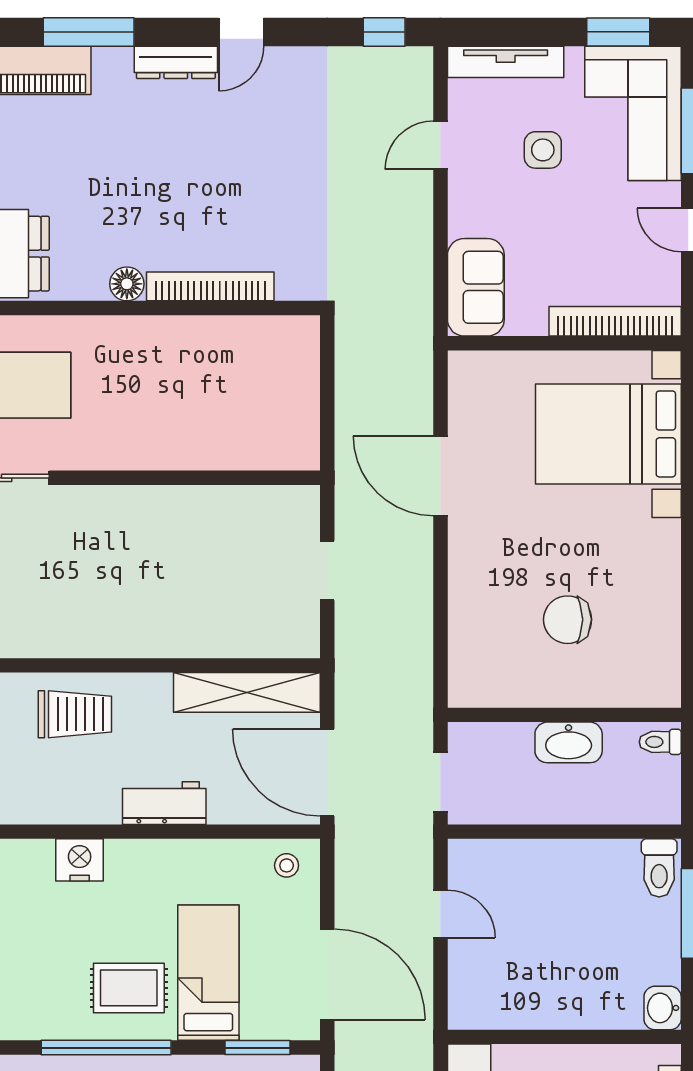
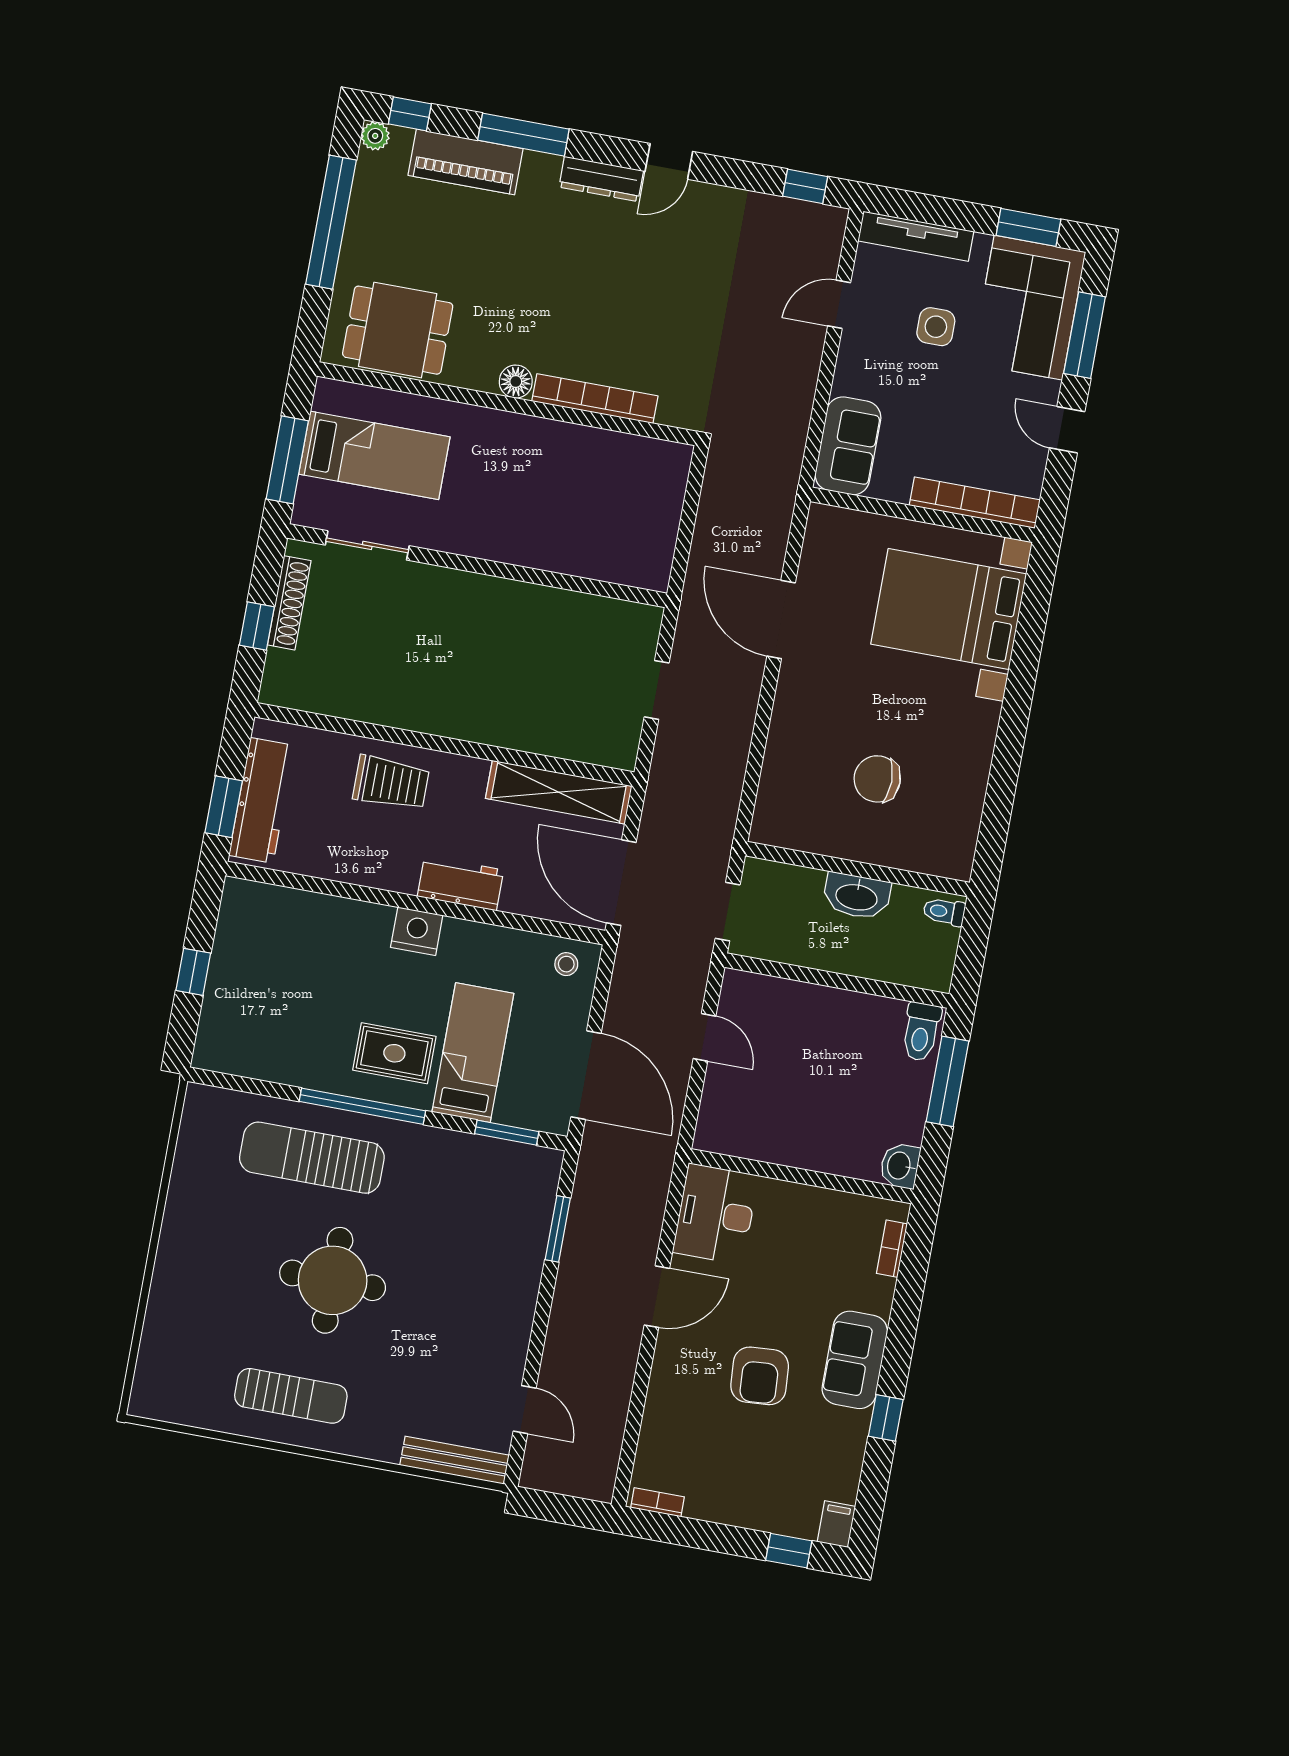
nightstand: (80, 860) -> (417, 931), moved

